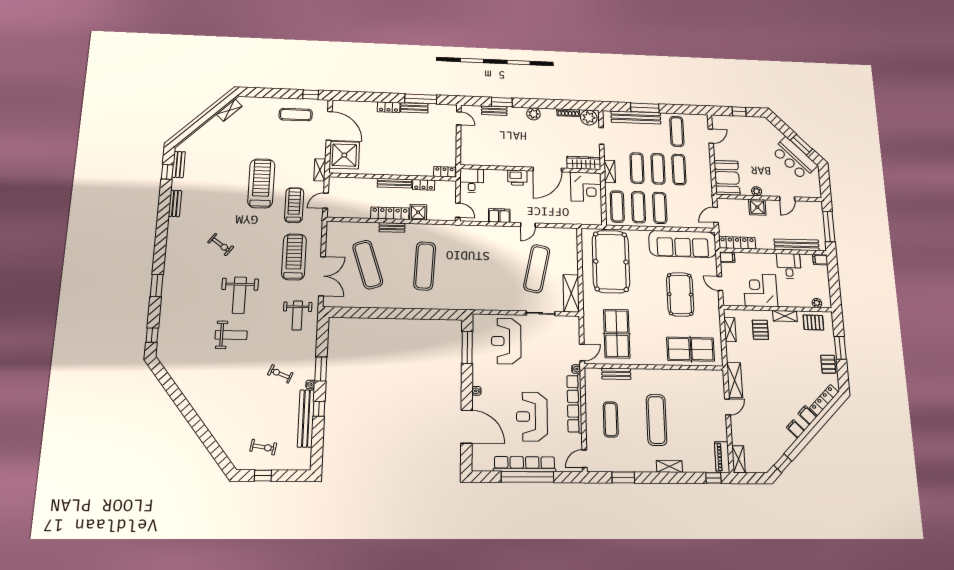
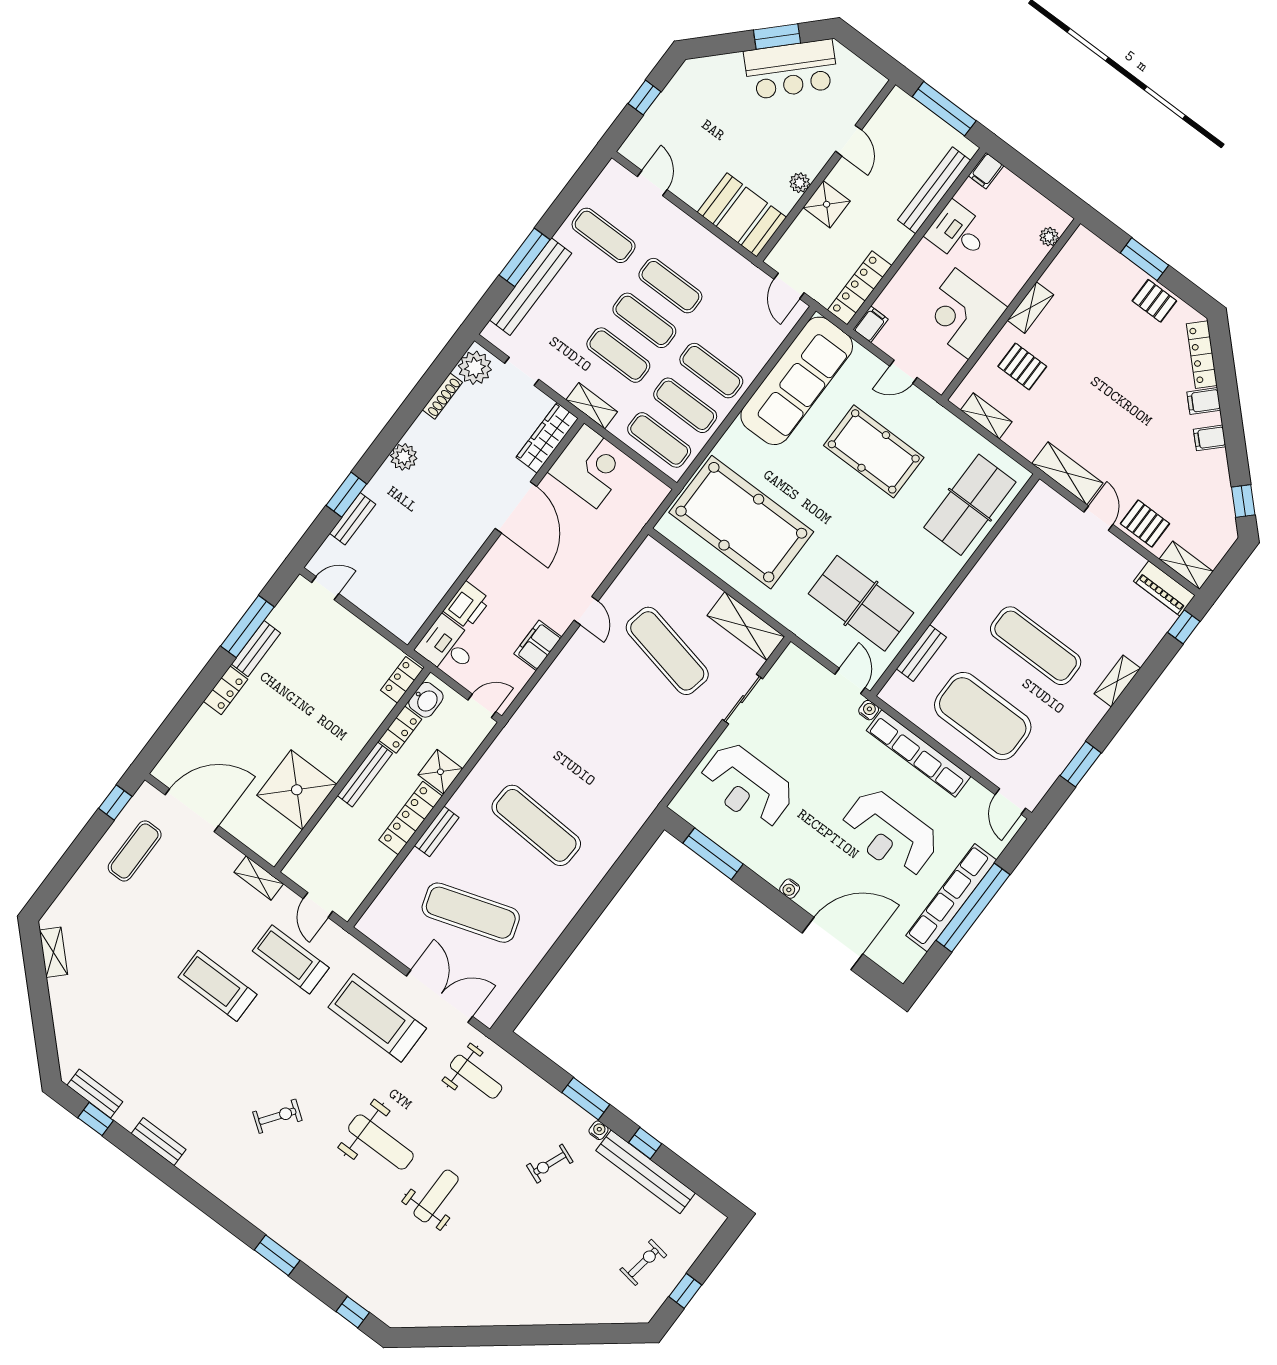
shower: (344, 155) -> (297, 790), moved
printer: (517, 178) -> (467, 605), moved
treadmill: (261, 183) -> (218, 986), width x0.73, depth x0.73
washbasin: (443, 187) -> (426, 700), added
pallet: (813, 322) -> (1145, 524), moved, turned 90
exercise mat: (611, 419) -> (983, 716), width x2.00, depth x1.45

